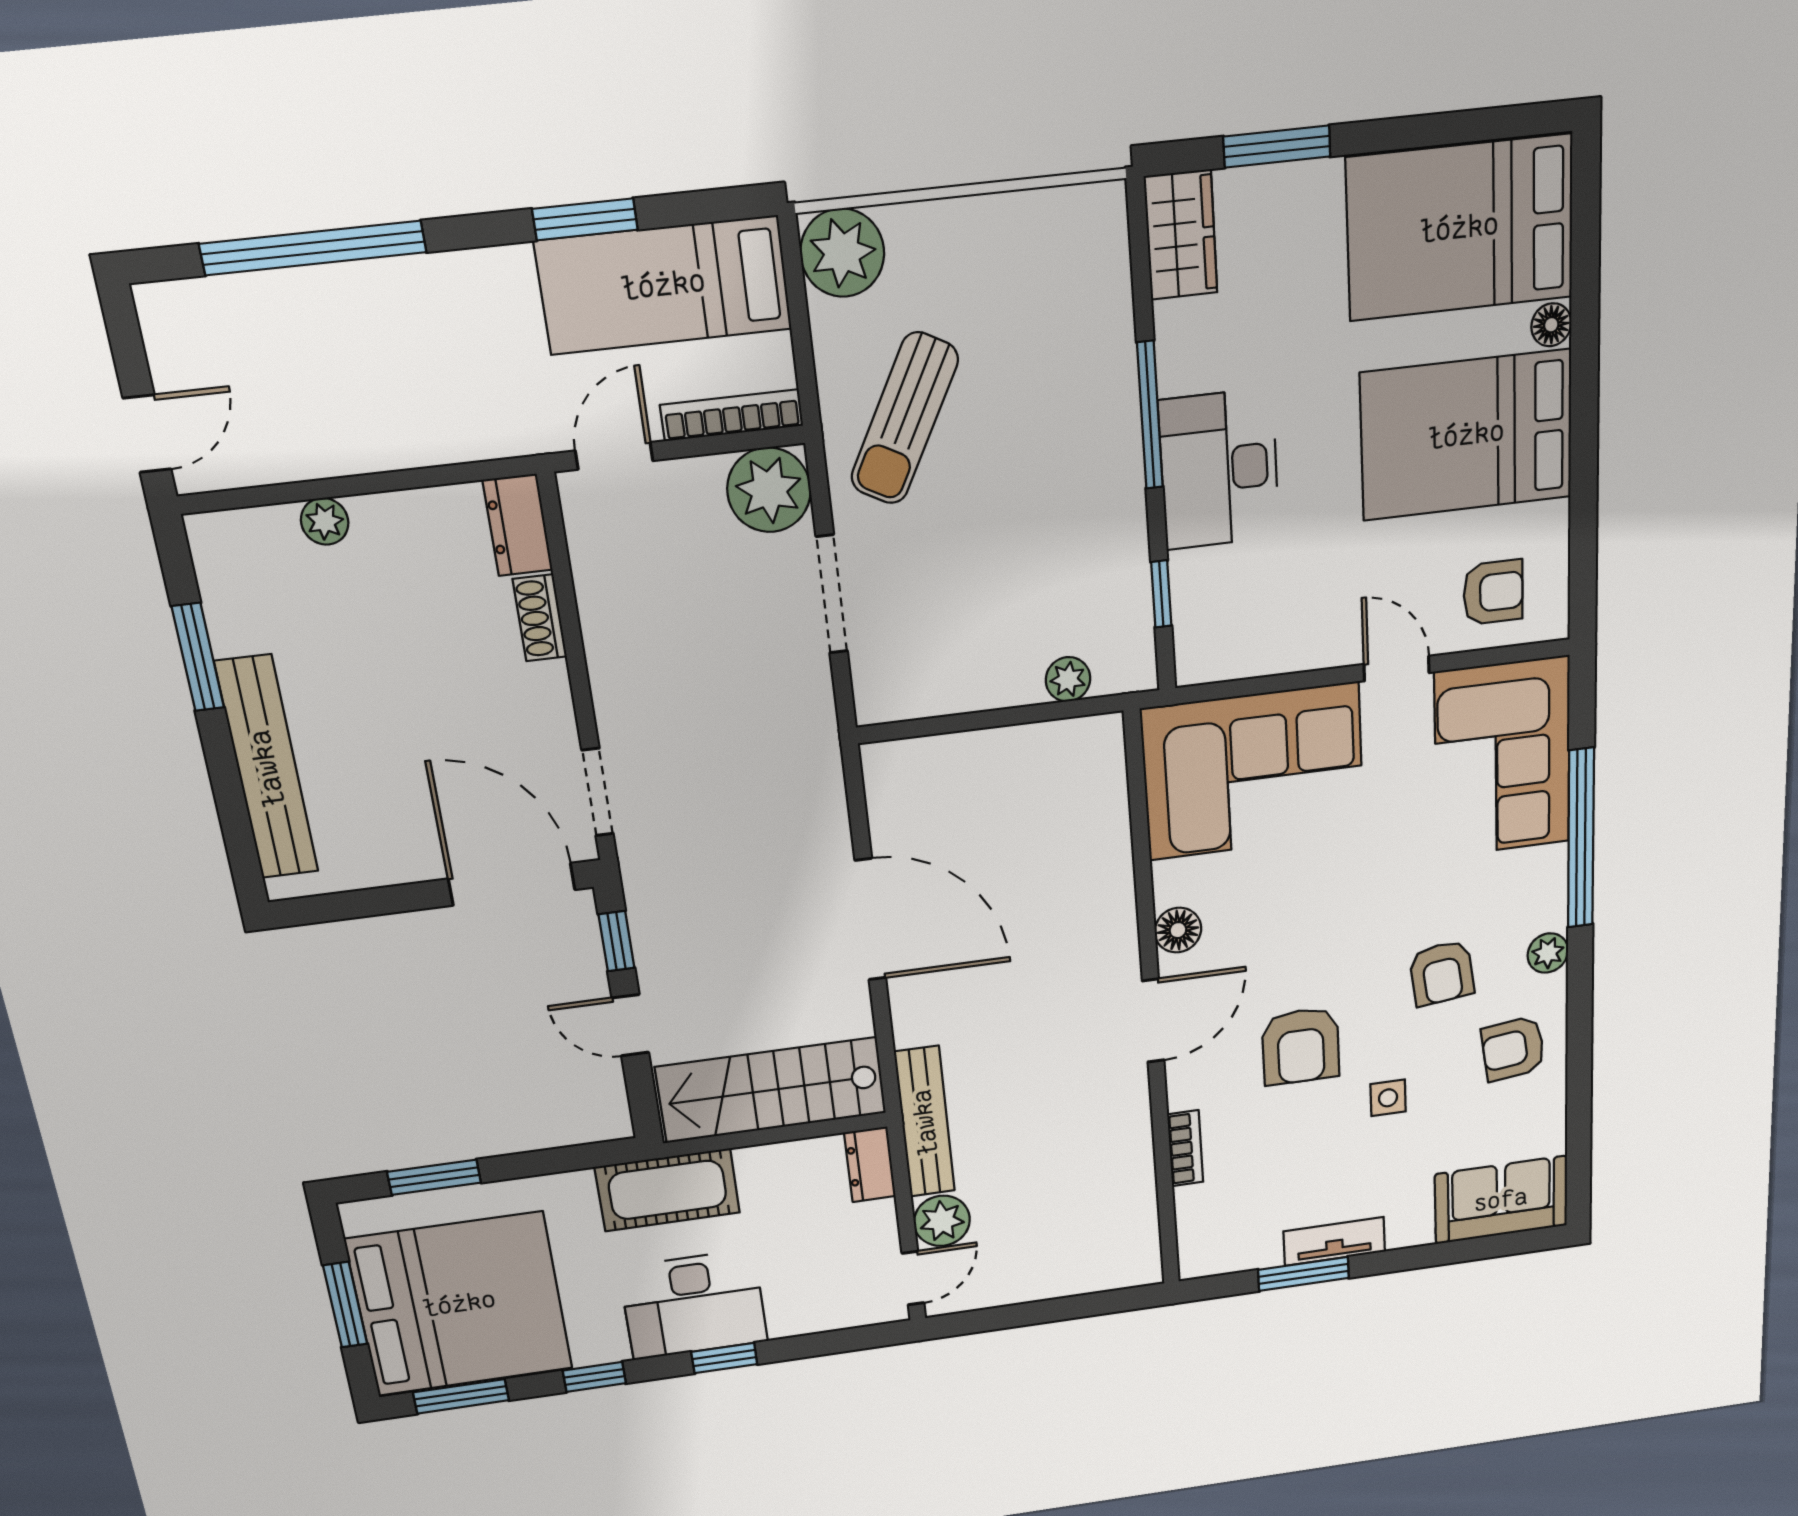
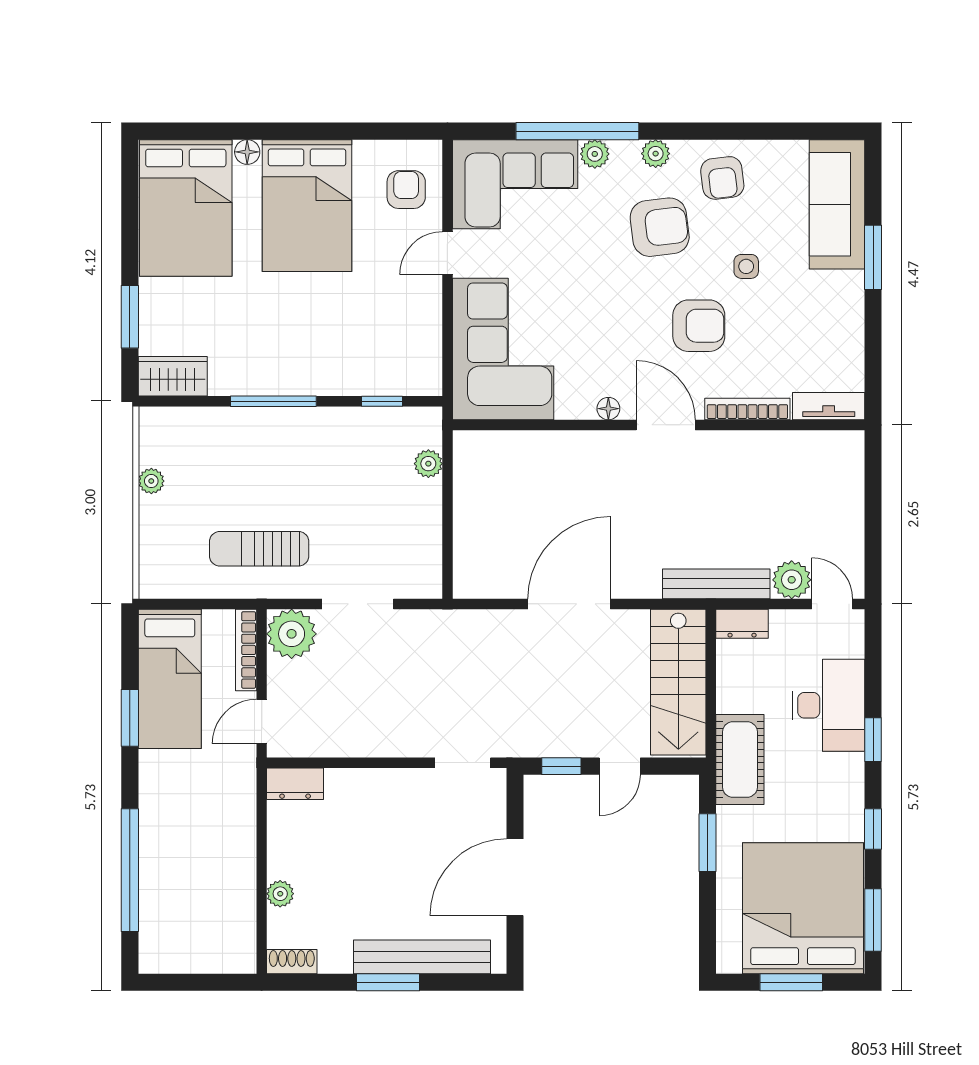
plant: (842, 253) -> (151, 481), moved, width x0.53, depth x0.53
sun lounger: (905, 418) -> (259, 549), turned 152
door: (147, 434) -> (220, 982), removed
door: (614, 456) -> (262, 721), hinge flipped
desk: (1219, 469) -> (310, 361), removed
shoe rack: (540, 618) -> (292, 962), moved, turned 180
window: (198, 657) -> (388, 982), moved
plant: (1547, 868) -> (595, 154), added
door: (512, 884) -> (515, 877), moved
floor lamp: (1178, 930) -> (608, 409), width x0.73, depth x0.73
armchair: (1442, 973) -> (660, 227), width x1.38, depth x1.38
bookcase: (1185, 1148) -> (747, 409), width x1.56
window: (434, 1177) -> (708, 843), moved
sofa: (1501, 1200) -> (837, 204), width x1.36
tv unit: (1334, 1241) -> (829, 406), moved, turned 90
window: (1303, 1274) -> (873, 257), moved
desk: (694, 1305) -> (828, 705), moved

